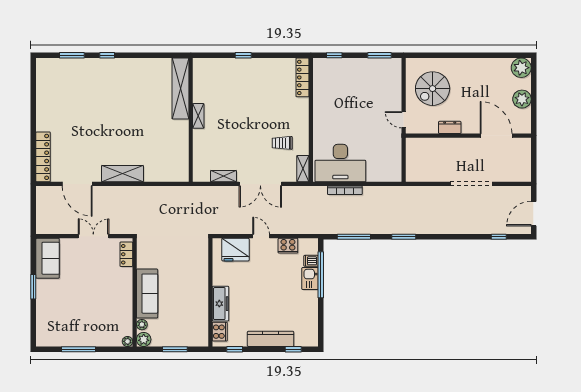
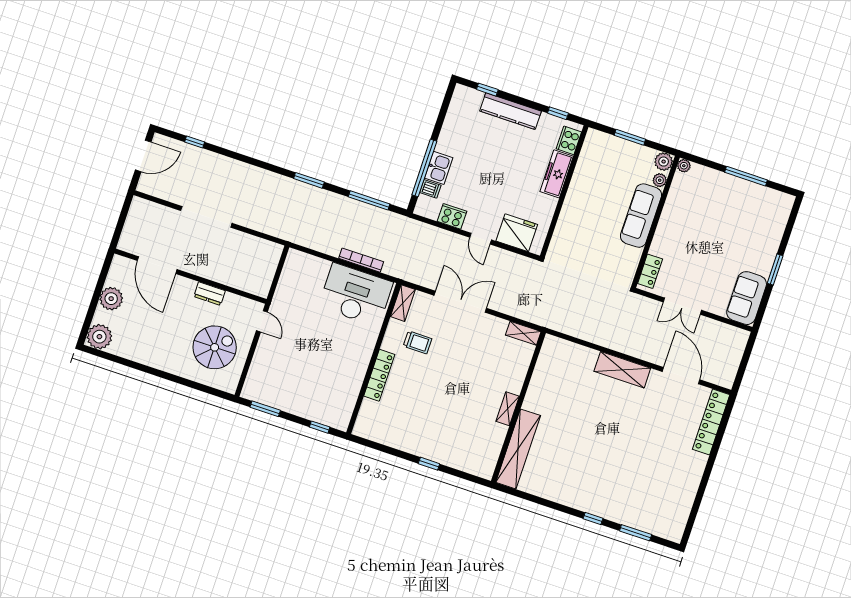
locker: (303, 77) -> (379, 375), moved
shelving: (223, 176) -> (523, 333), moved

